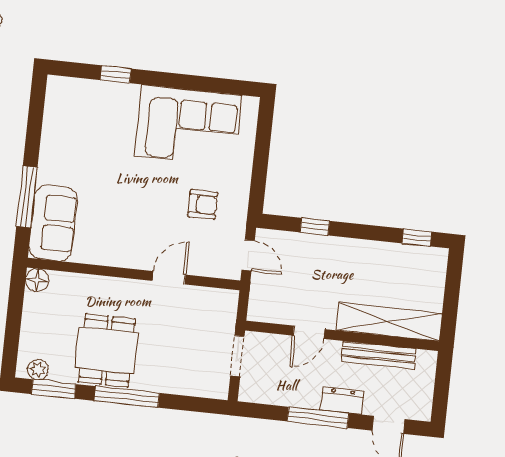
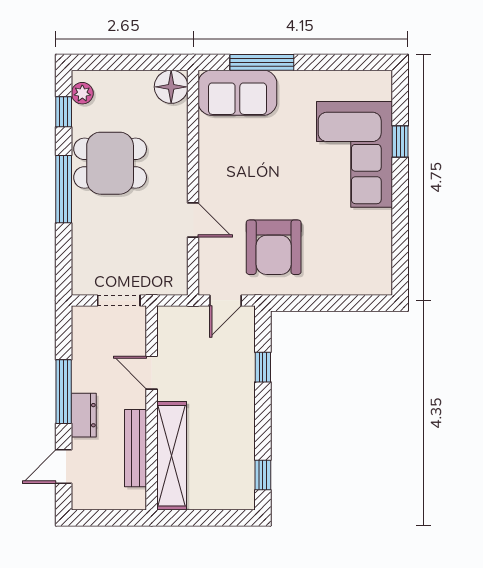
corner sofa: (188, 126) -> (355, 154), moved
armchair: (203, 204) -> (274, 247), width x1.88, depth x1.88
floor lamp: (37, 280) -> (171, 87), width x1.38, depth x1.38
window: (54, 389) -> (64, 112), width x0.67

